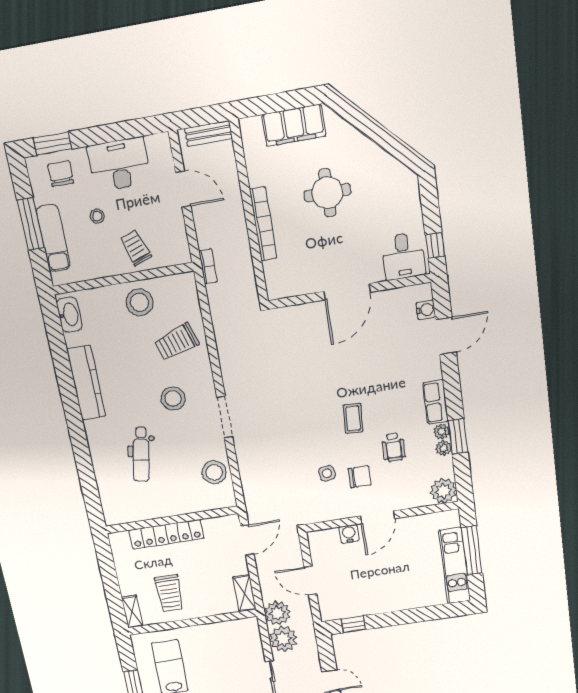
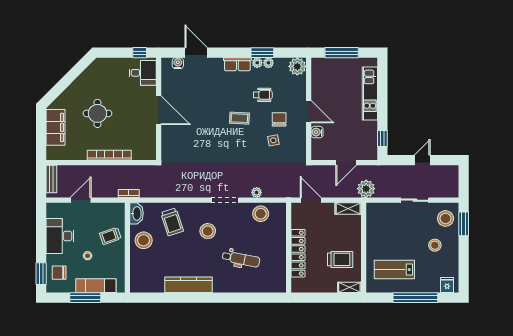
washbasin: (69, 315) -> (136, 213), moved, turned 90
kitchen unit: (455, 566) -> (370, 93), moved, turned 90
plant: (283, 639) -> (257, 192), moved, width x0.53, depth x0.53

